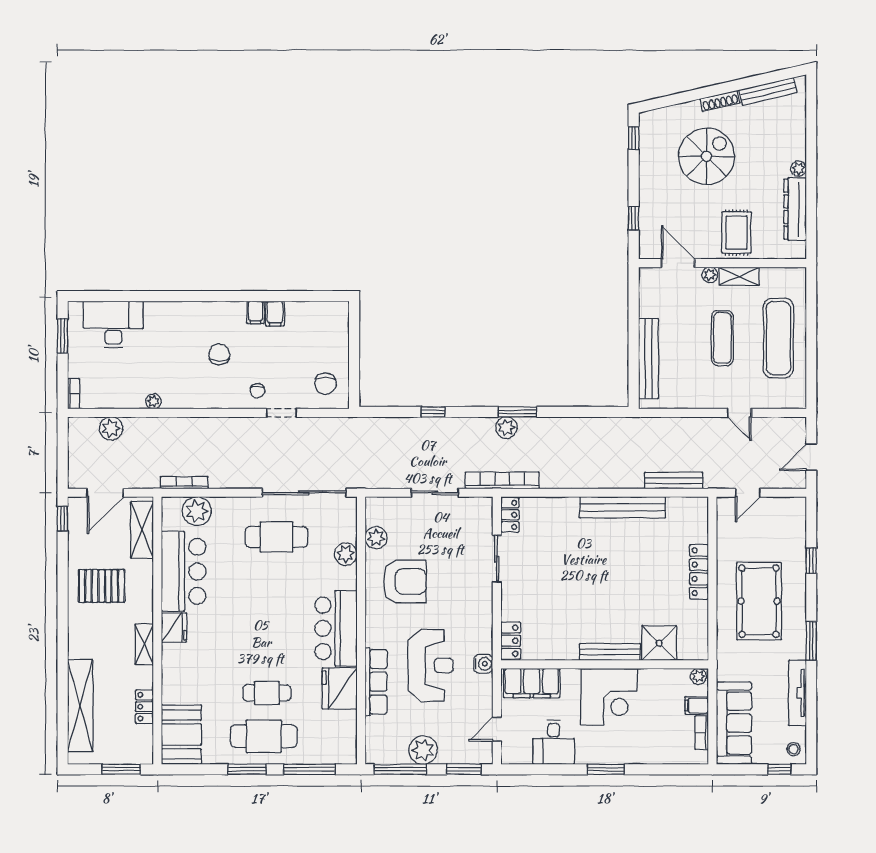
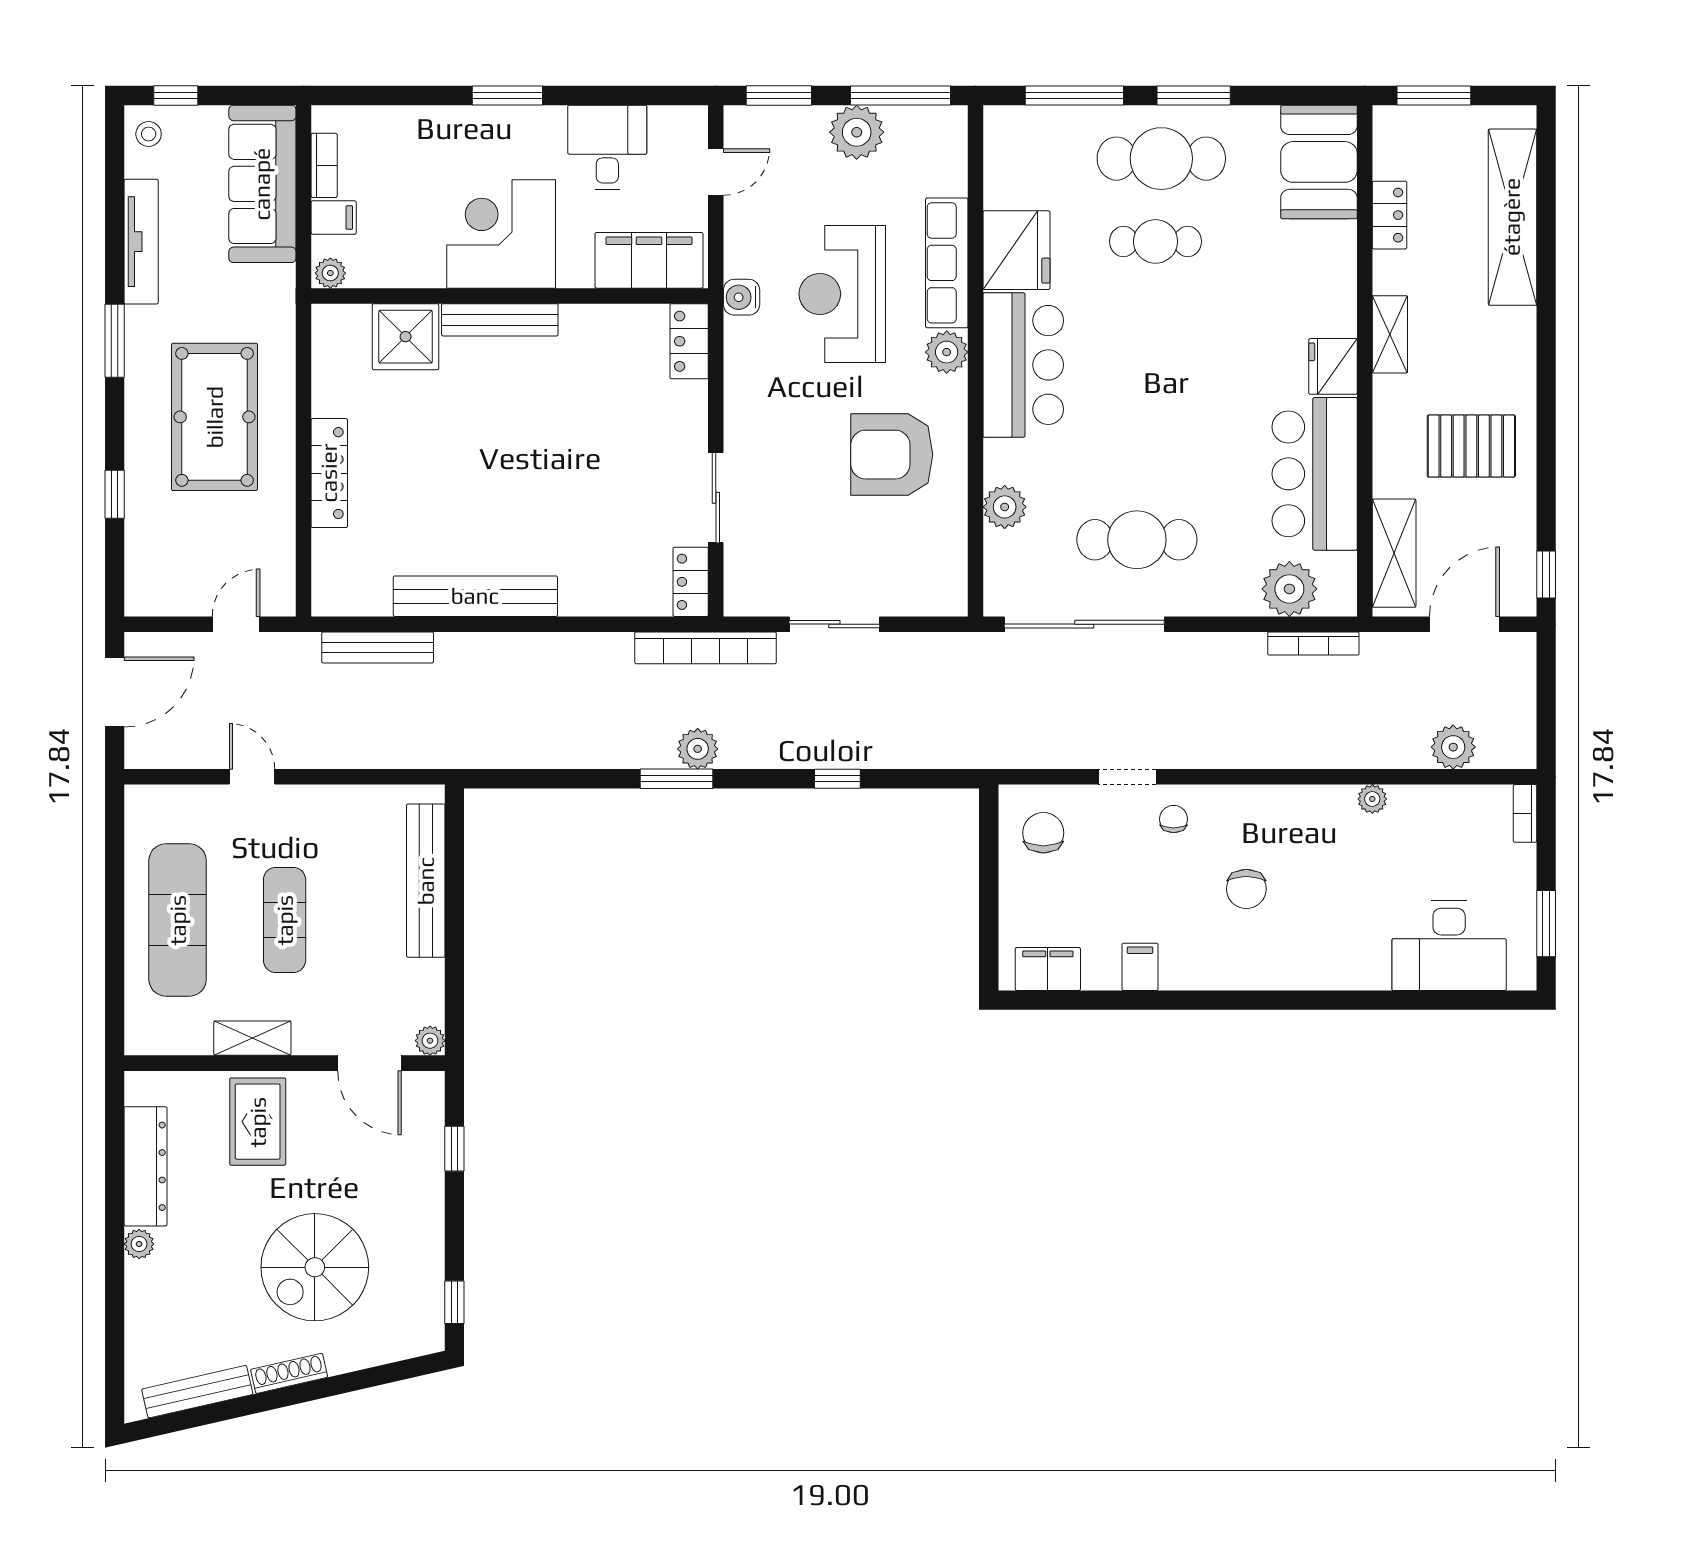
plant: (710, 275) -> (430, 1041), moved
filing cabinet: (256, 312) -> (1048, 969), moved, width x2.00
door: (811, 457) -> (115, 692), width x1.38
plant: (376, 538) -> (947, 352), moved

